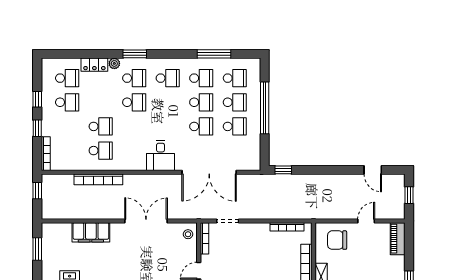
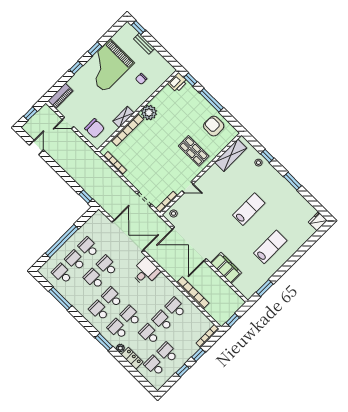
school desk: (201, 78) -> (112, 297), moved
school desk: (101, 102) -> (149, 334), added
double door: (146, 221) -> (189, 244), width x1.36

